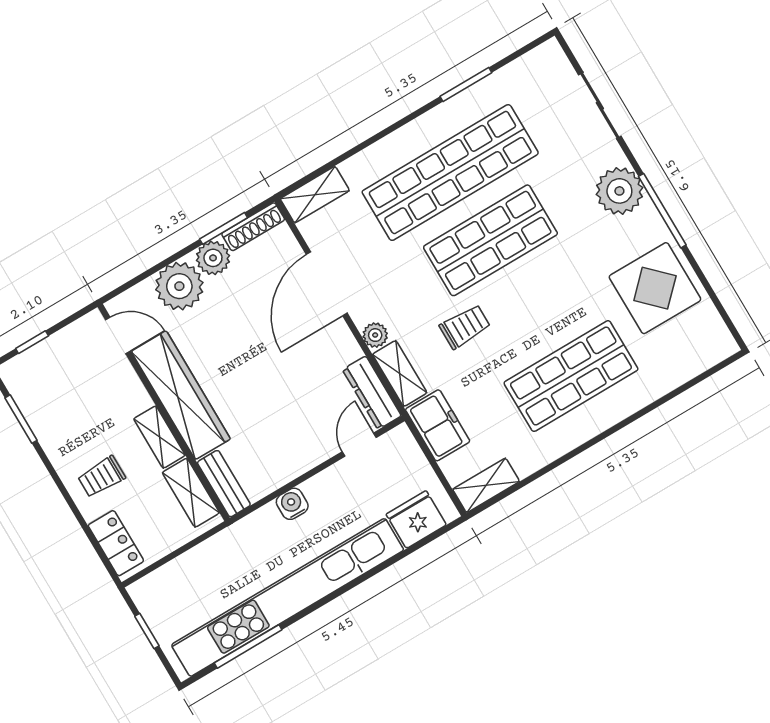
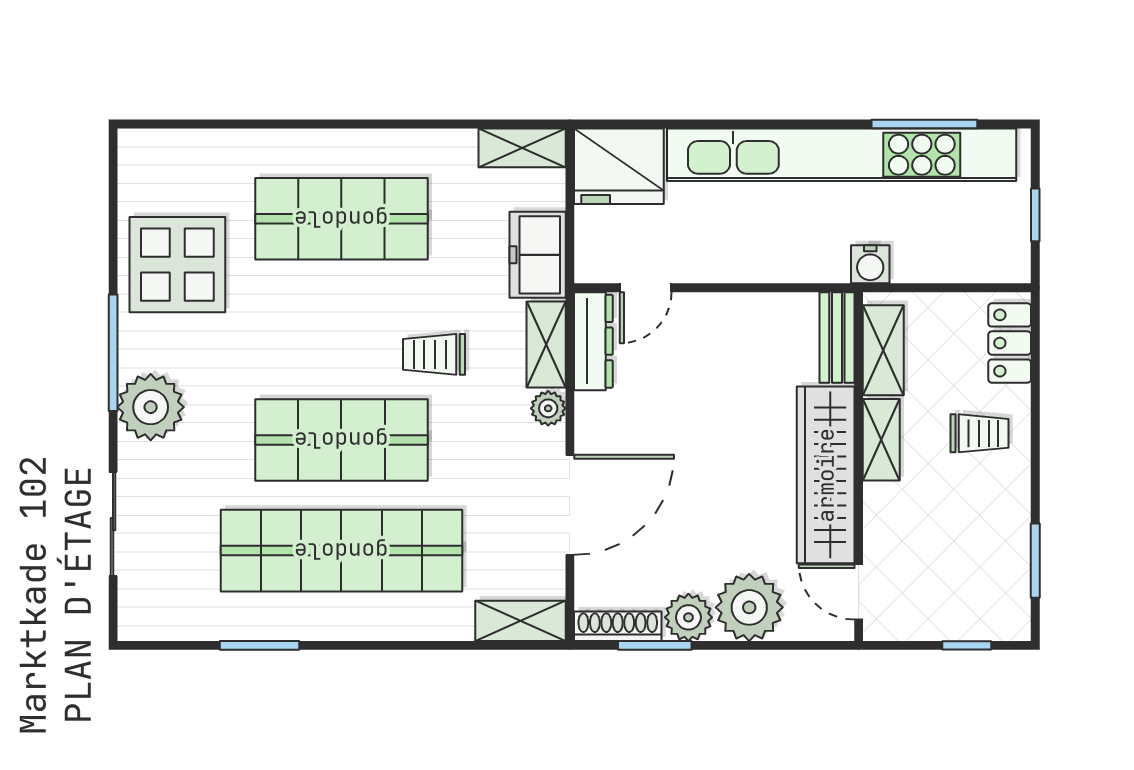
water cooler: (292, 504) -> (870, 264), moved
fridge: (416, 520) -> (619, 166), width x1.36, depth x1.34

